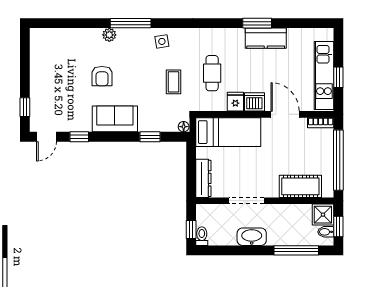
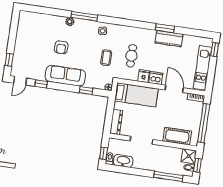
window: (338, 77) -> (215, 50), moved
sofa: (115, 119) -> (65, 76), width x1.36
washbasin: (252, 237) -> (123, 161), moved

